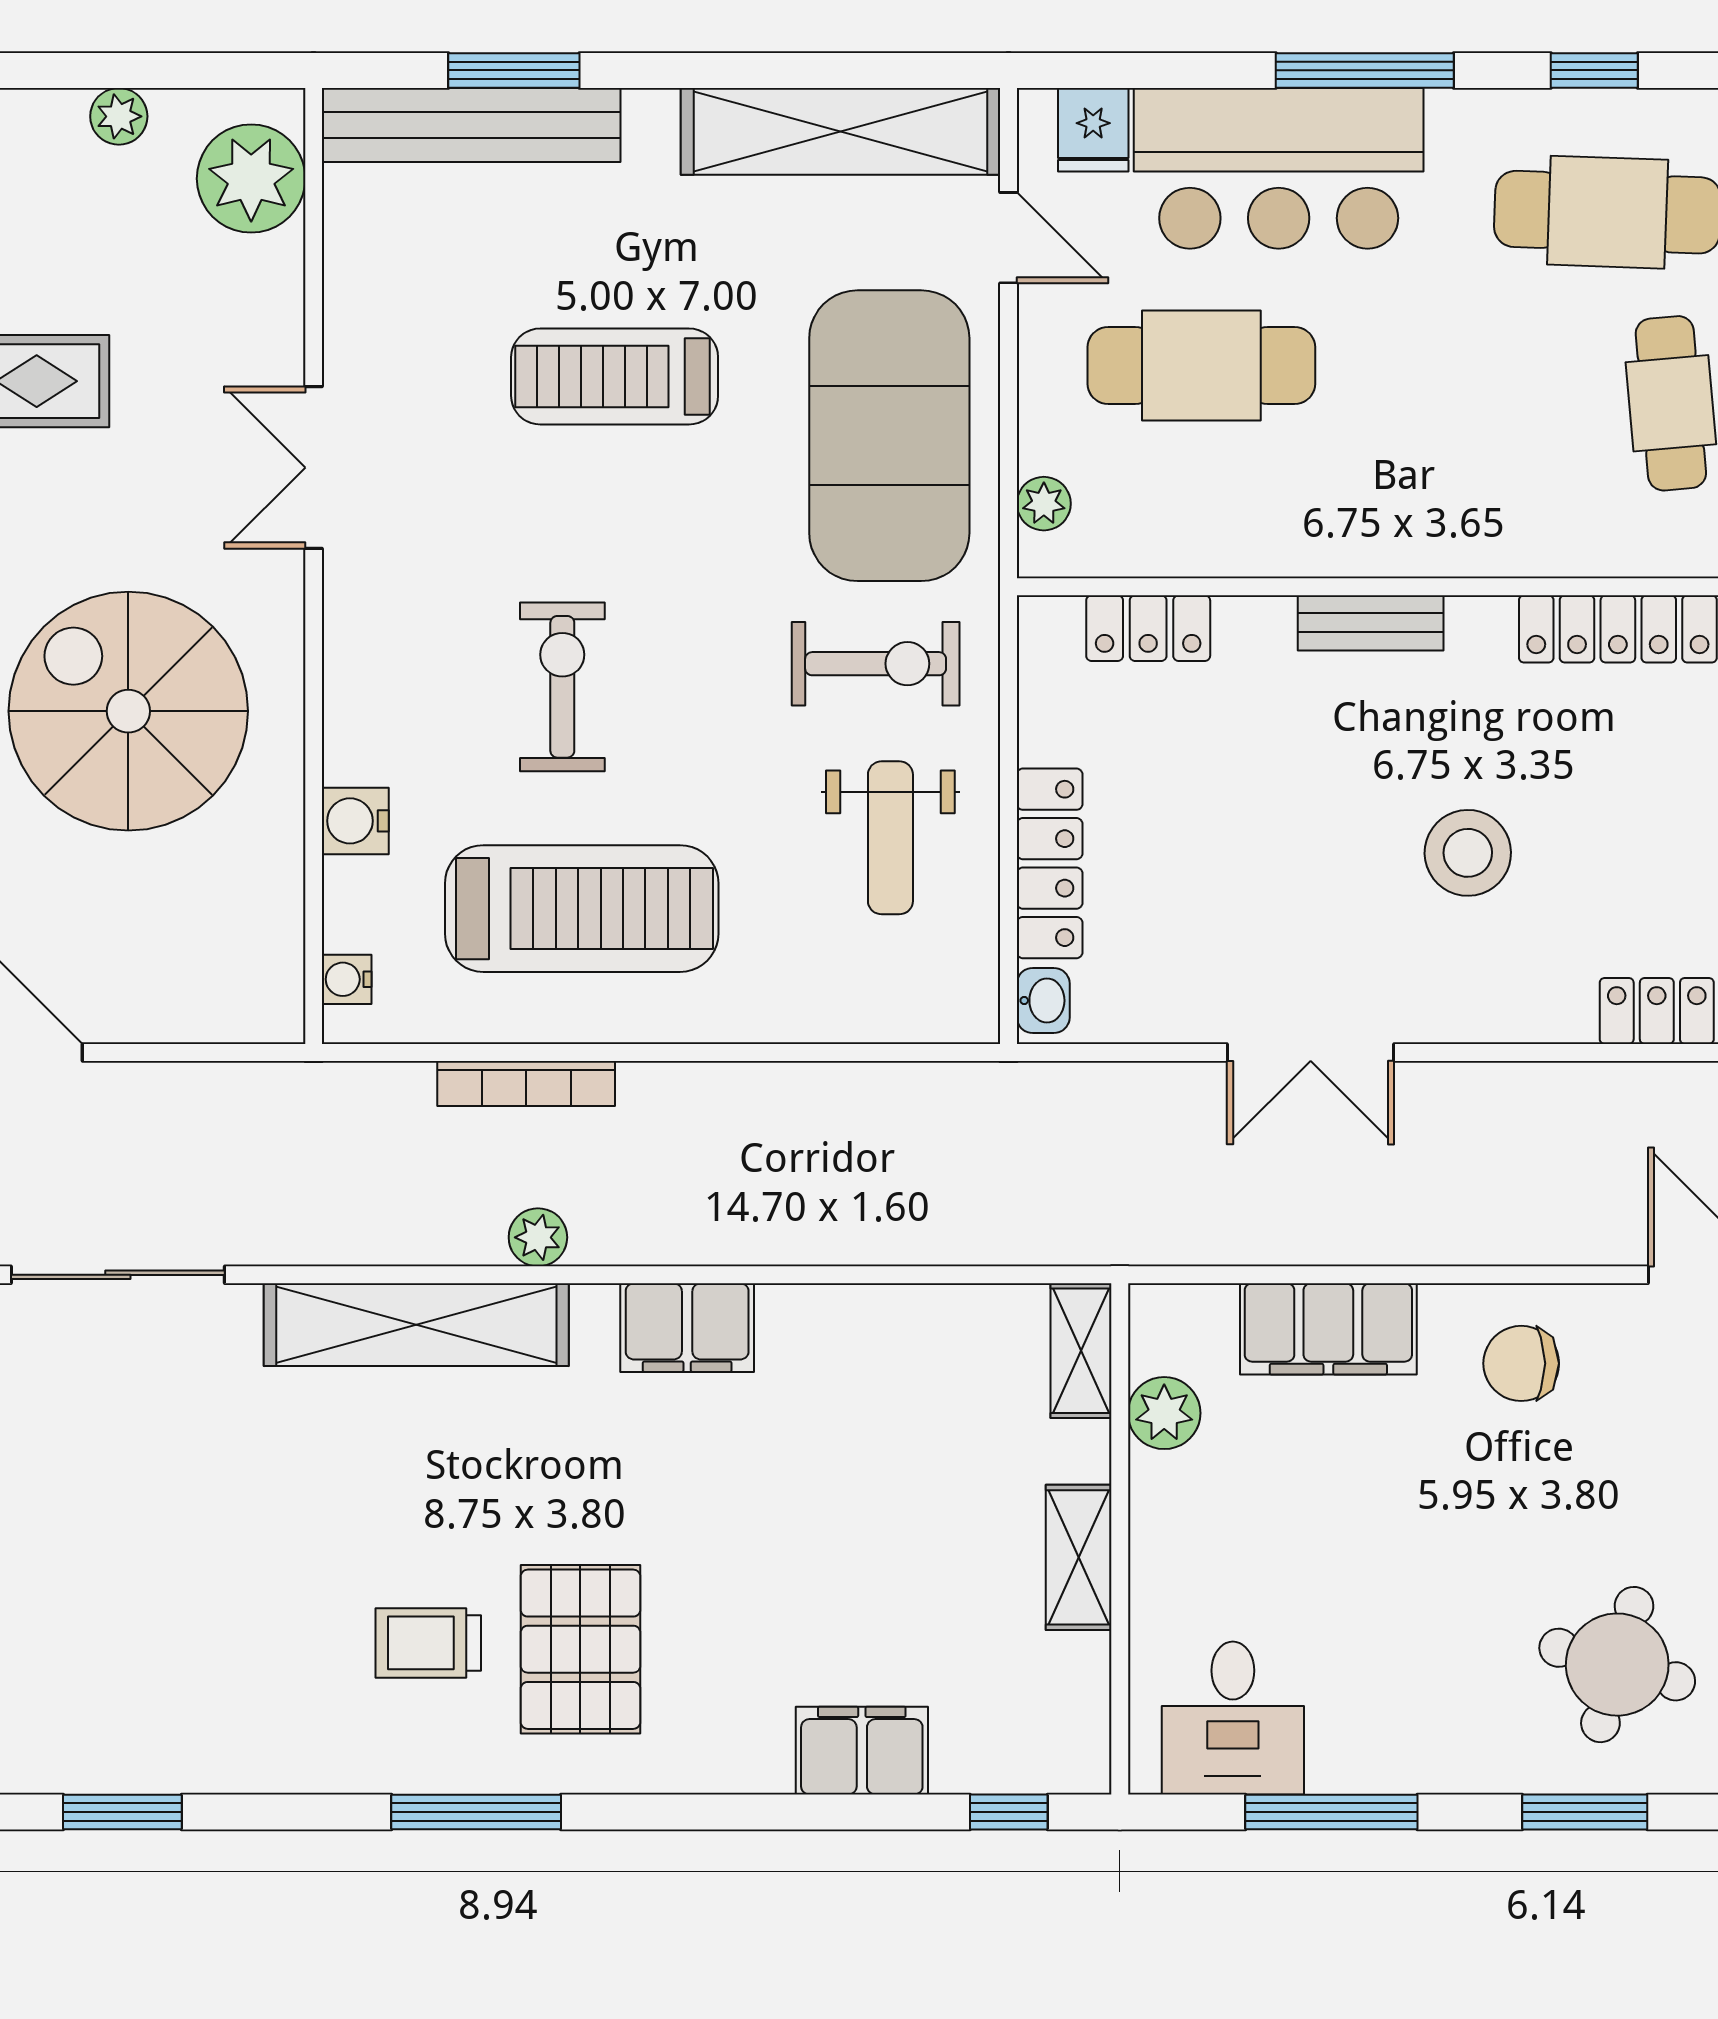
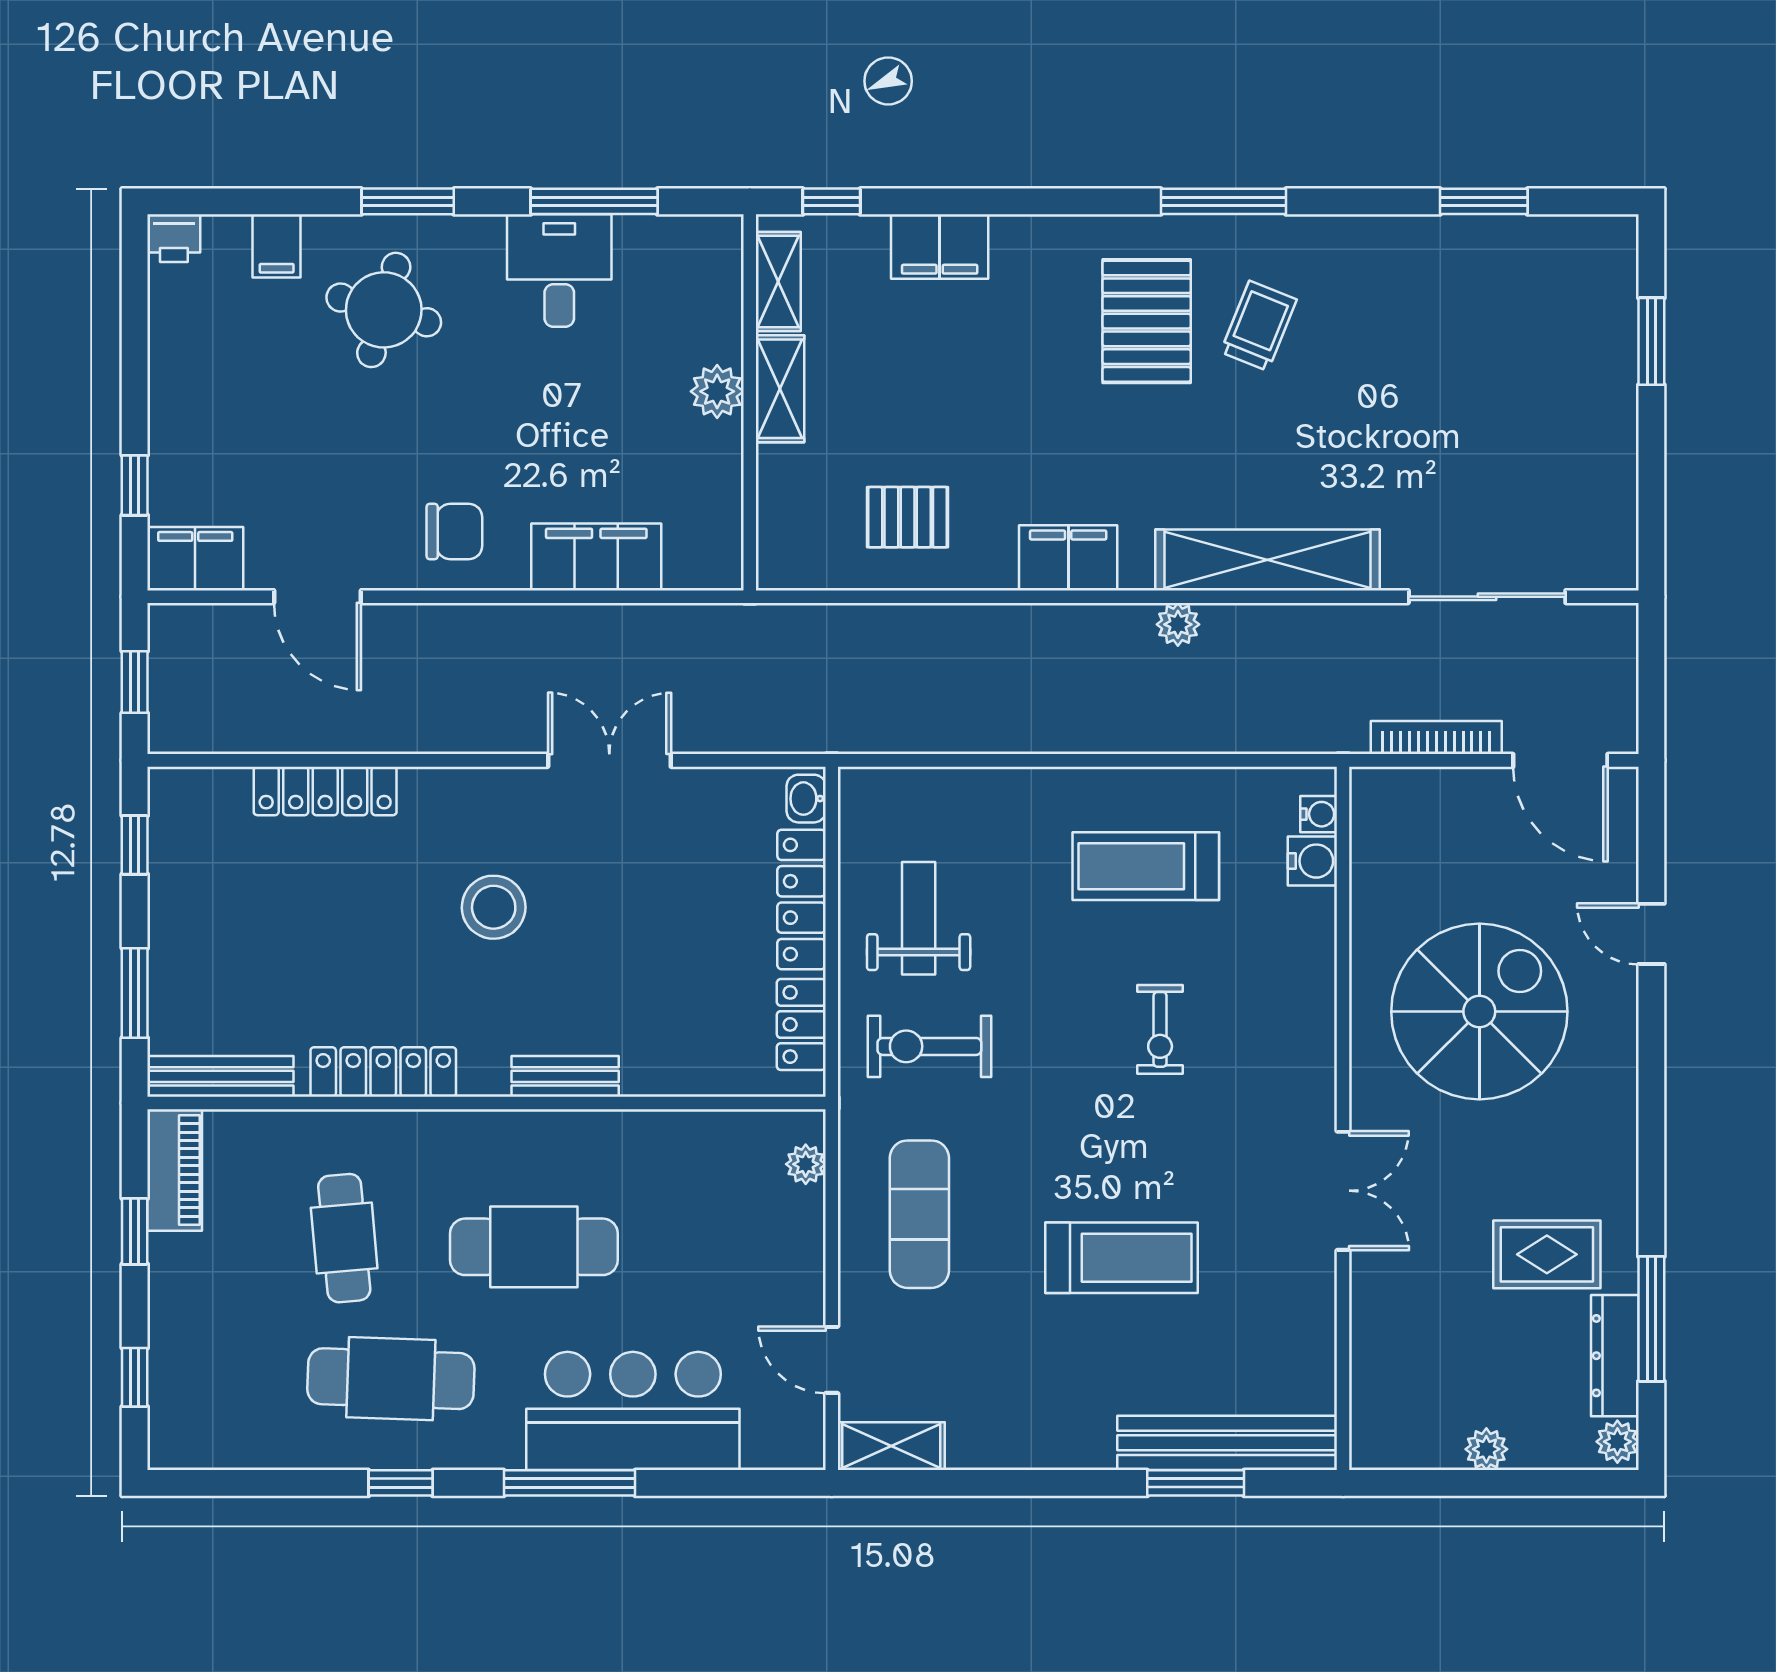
fridge: (1093, 130) -> (769, 1439), removed
shelving: (841, 131) -> (891, 1446), width x0.45, depth x0.75
plant: (251, 179) -> (1389, 1403), removed
cafe table: (1201, 365) -> (534, 1247), moved
exercise mat: (889, 436) -> (919, 1214), width x0.50, depth x0.69
locker: (1148, 628) -> (801, 1024), moved, turned -90
exercise bike: (562, 687) -> (1160, 1029), width x0.73, depth x0.72
spiral stairs: (128, 711) -> (1479, 1012), turned -90
water cooler: (355, 821) -> (1312, 861), moved
treadmill: (582, 909) -> (1146, 866), width x0.73, depth x0.73
bookcase: (526, 1083) -> (1436, 737), moved
shelving: (1081, 1351) -> (778, 281), moved
pallet: (905, 1383) -> (908, 517), added
plant: (1164, 1413) -> (717, 391), moved
trolley: (428, 1643) -> (1259, 326), turned -68
desk: (1233, 1718) -> (559, 271), moved

